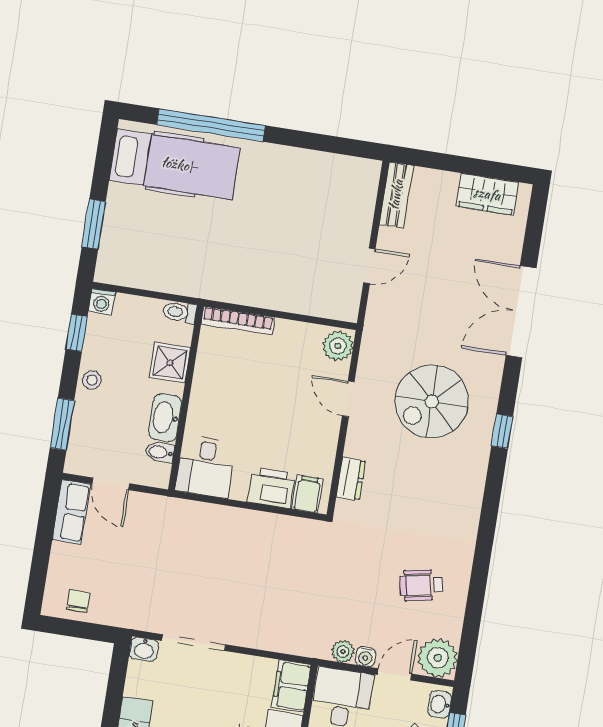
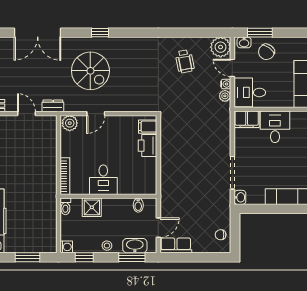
washbasin: (165, 418) -> (135, 246), moved, turned 180
desk: (206, 466) -> (103, 180), moved, turned 90
dresser: (351, 479) -> (53, 106), moved

